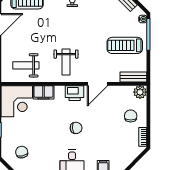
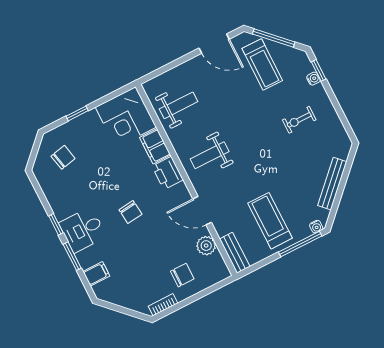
weight bench: (26, 65) -> (179, 105), turned 90
plant: (140, 92) -> (206, 246), moved
printer: (75, 93) -> (168, 173), moved

